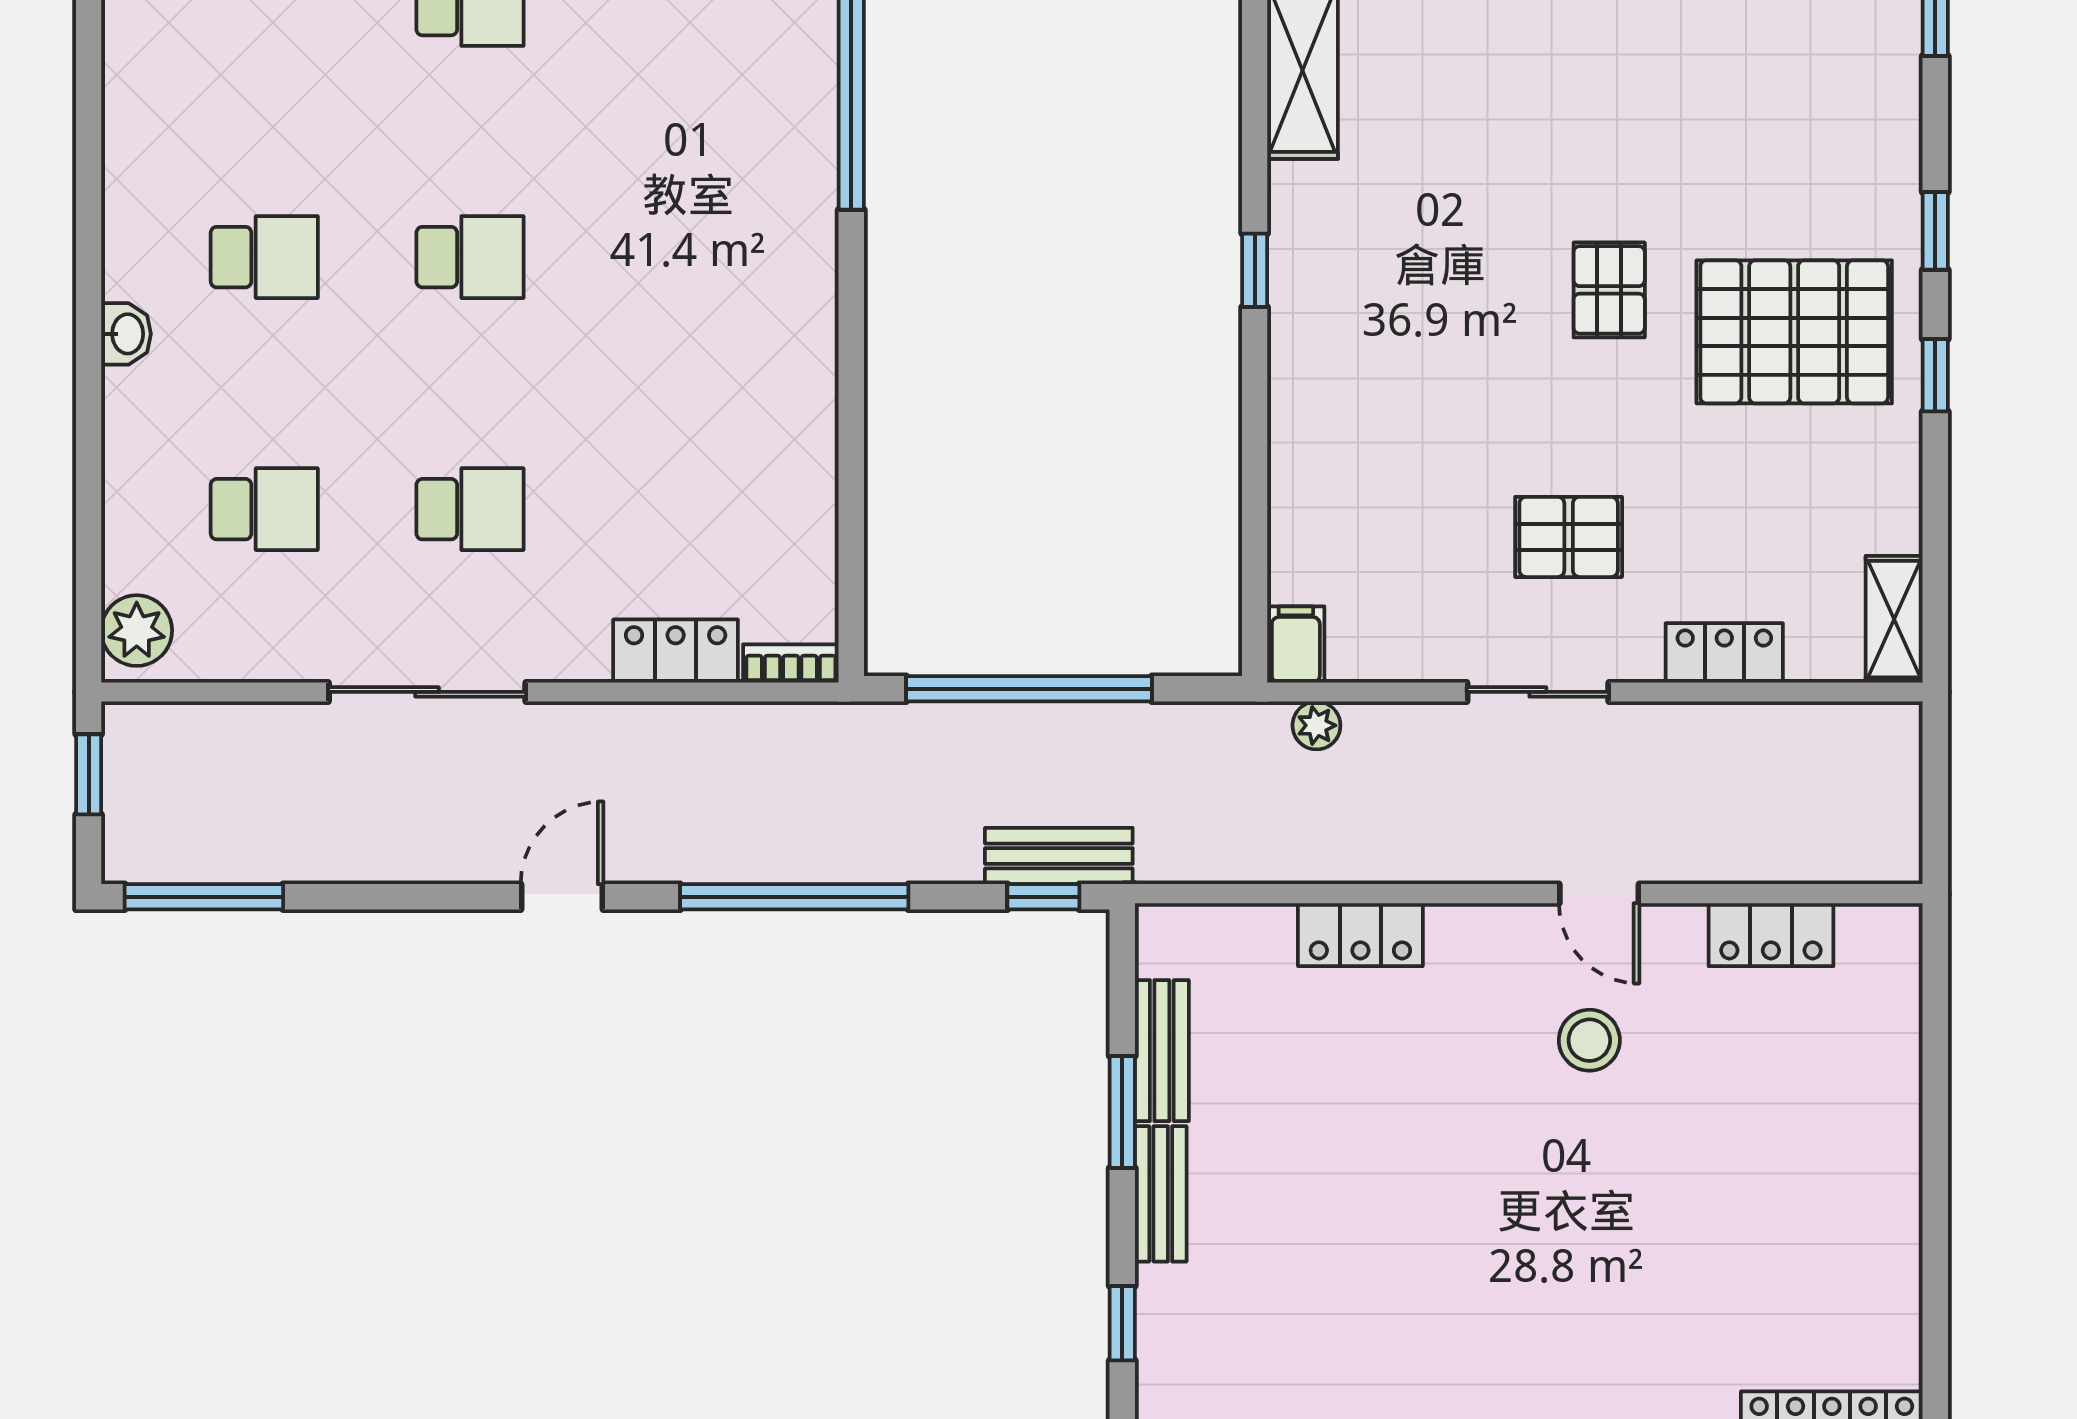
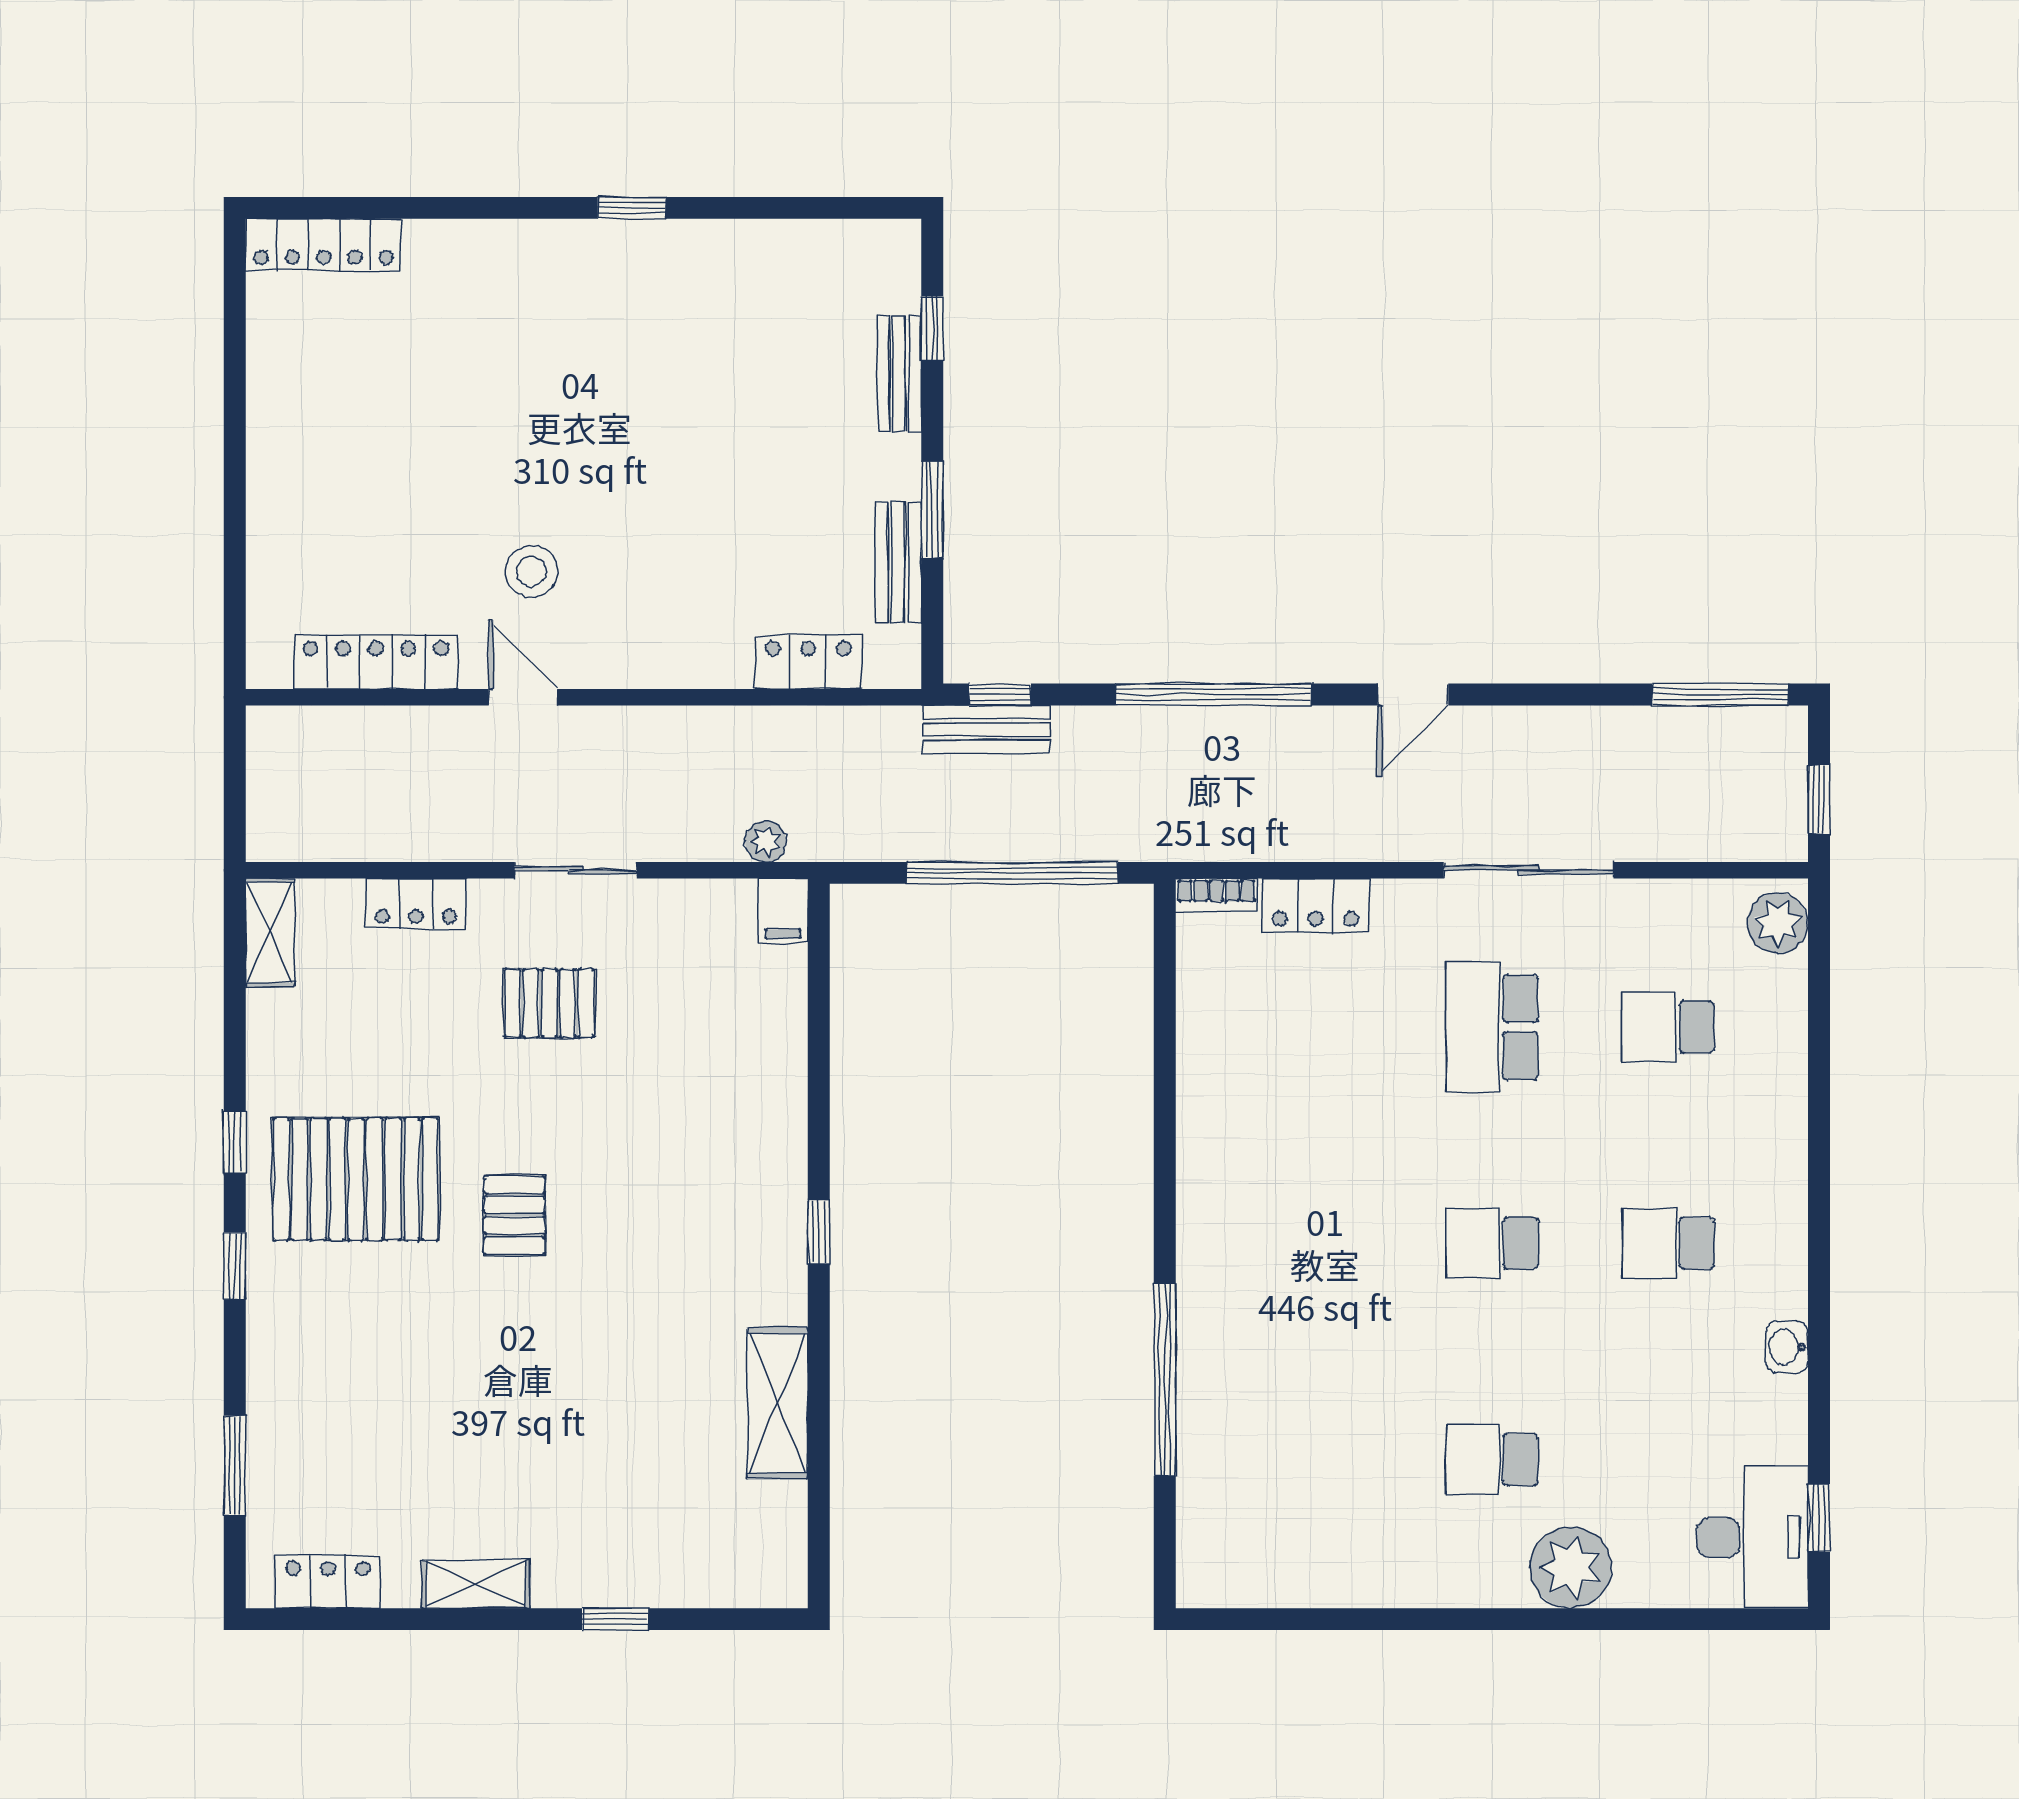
washbasin: (126, 334) -> (1787, 1347), moved
school desk: (470, 509) -> (1492, 1027), width x1.85
locker: (1360, 935) -> (808, 662), moved
locker: (1771, 935) -> (376, 662), width x1.53
bench: (1161, 1194) -> (899, 374), moved

